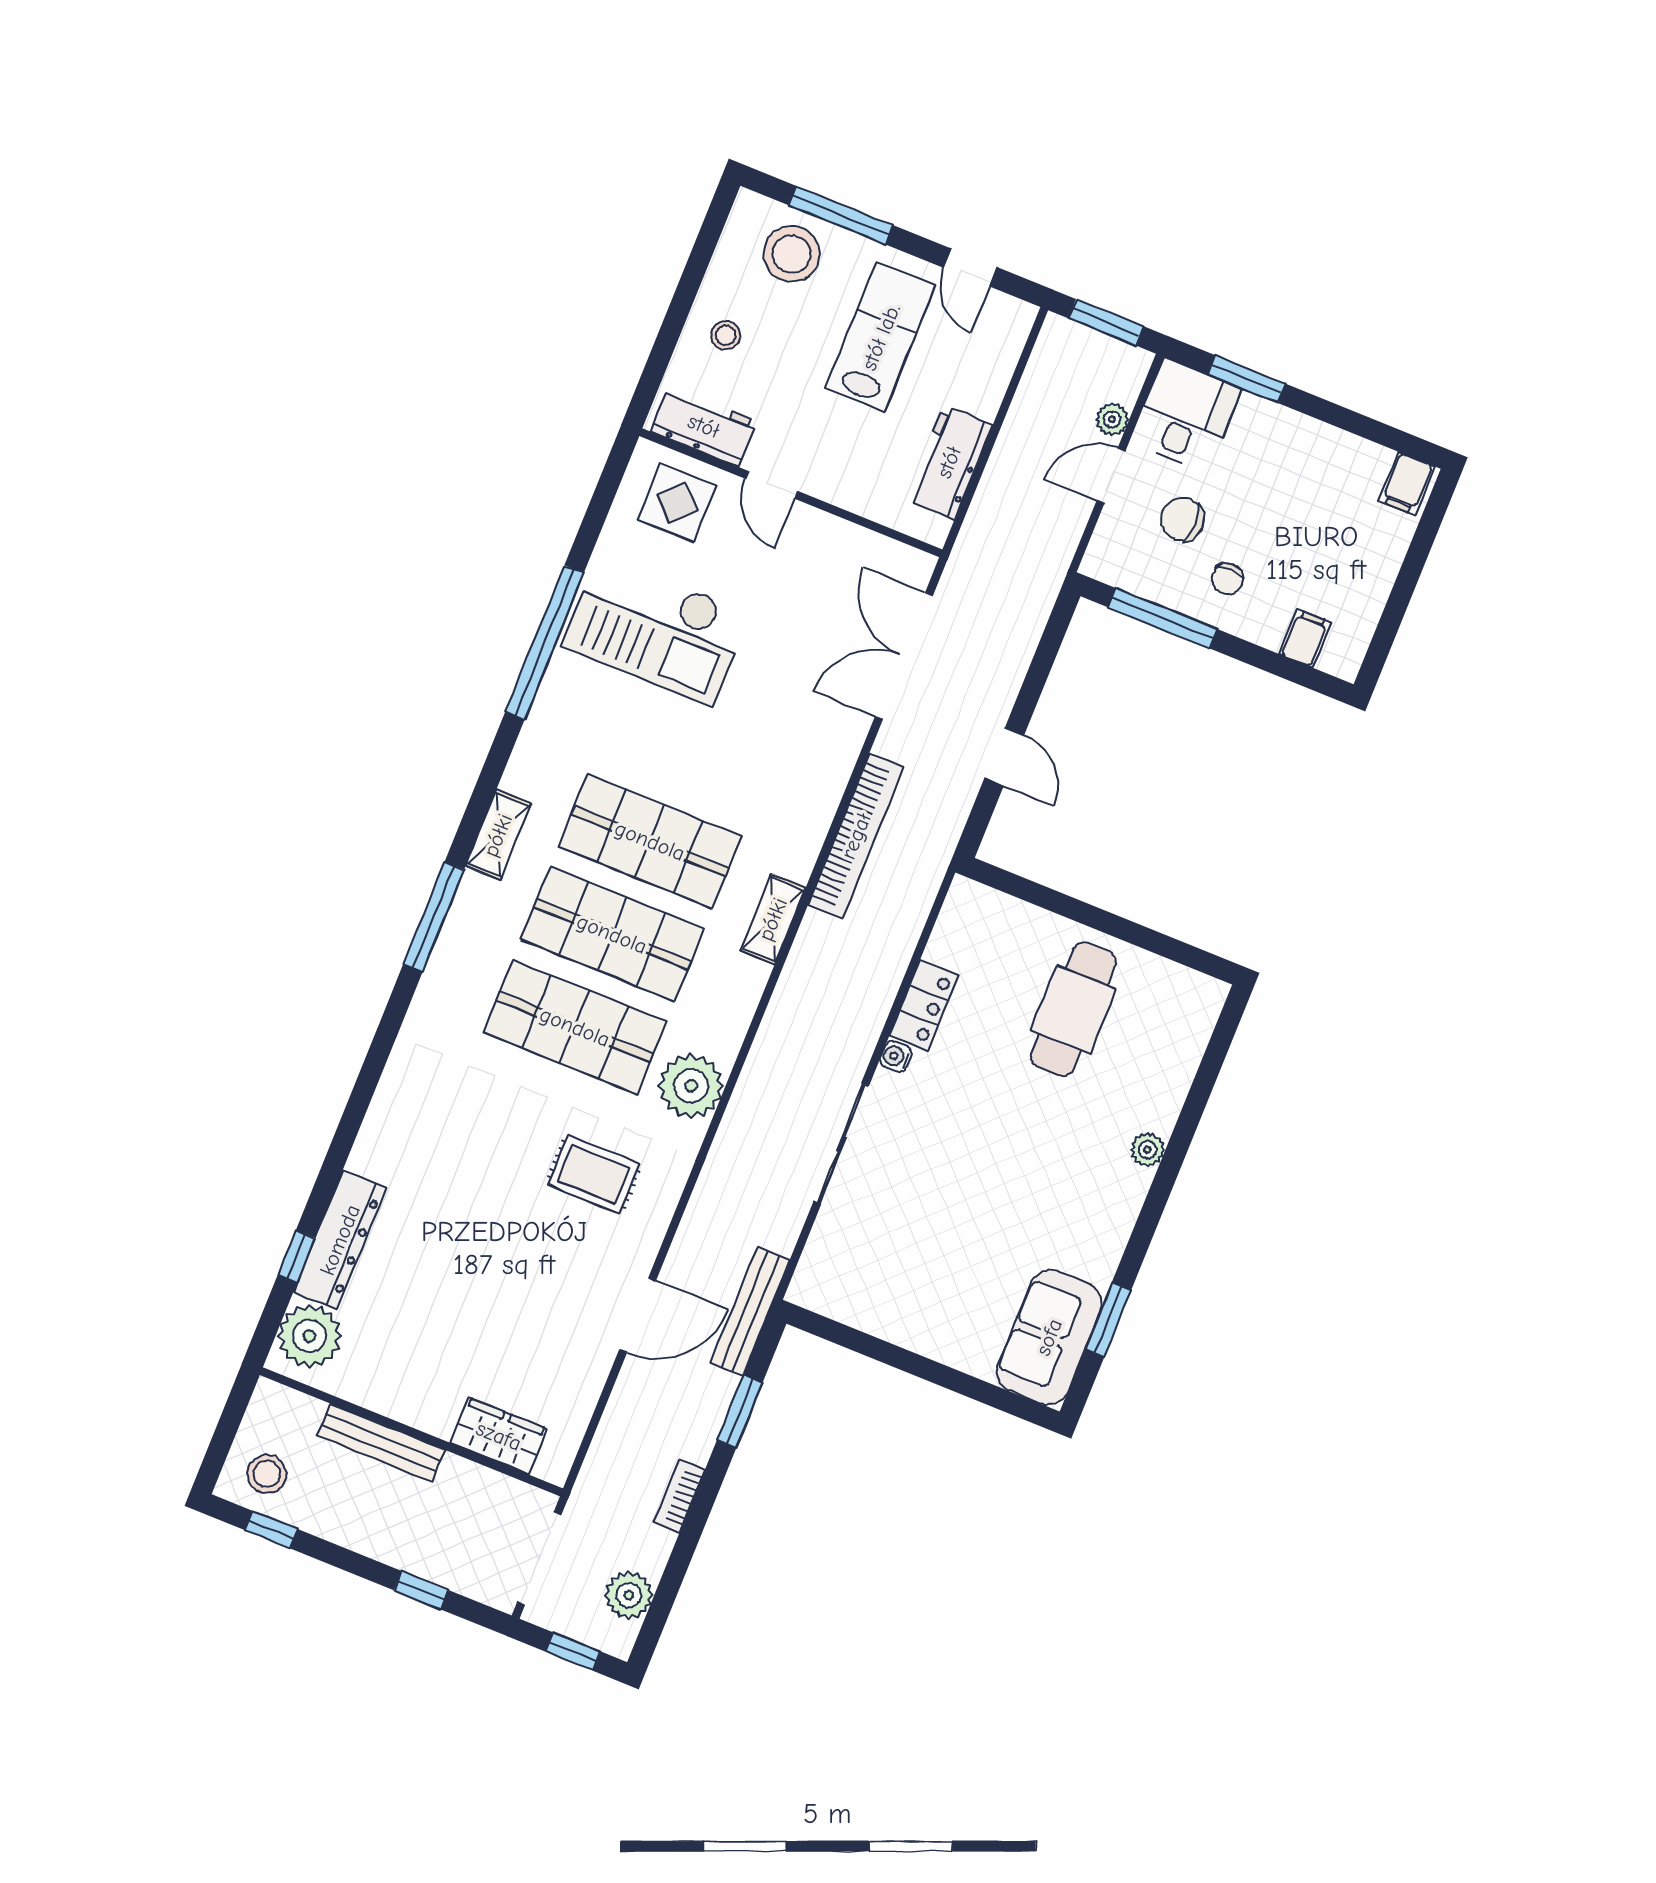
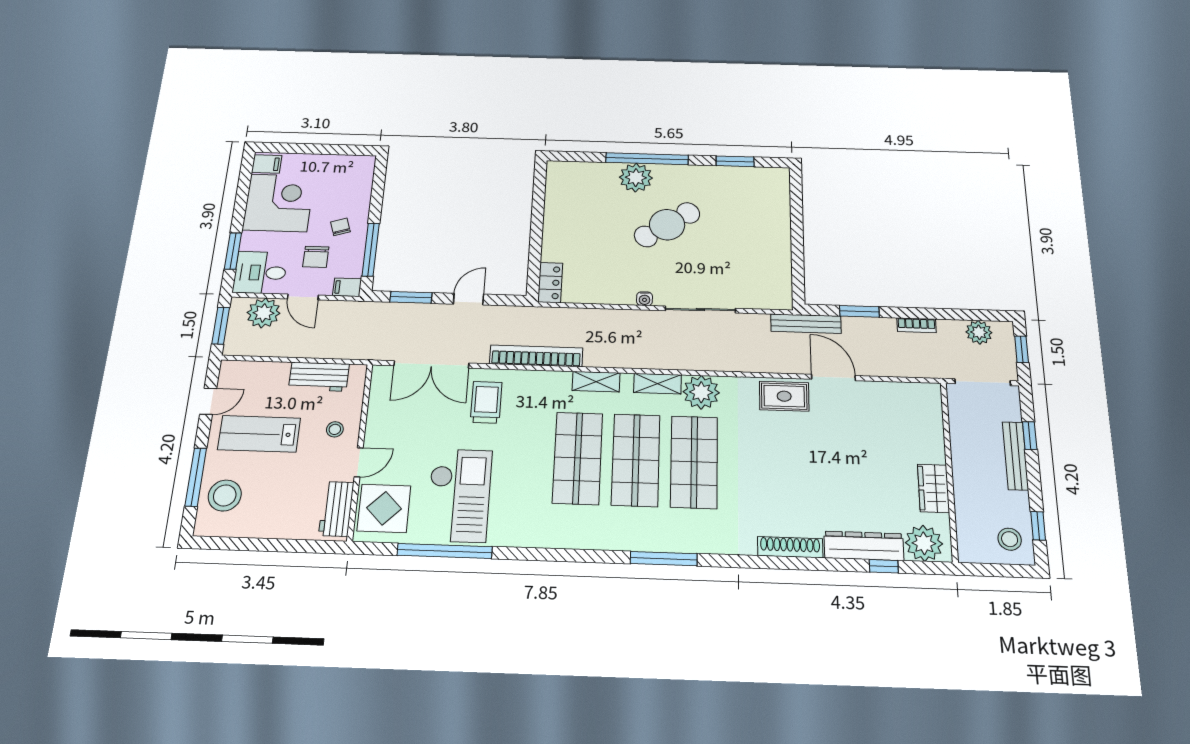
stool: (726, 335) -> (335, 429), moved
plant: (1112, 419) -> (264, 313), width x1.87, depth x1.87
corner desk: (1317, 484) -> (279, 203), added
display table: (677, 503) -> (384, 508), width x1.36, depth x1.36
chair: (1228, 579) -> (340, 227), turned -108
filing cabinet: (1305, 638) -> (347, 287), moved
window: (545, 642) -> (445, 551), moved
window: (1043, 660) -> (411, 297), added
trolley: (802, 725) -> (486, 402), added
shelving: (498, 835) -> (658, 384), moved
locker: (924, 1005) -> (550, 283), moved, turned 90
cafe table: (1073, 1009) -> (667, 225), moved, turned -34
shoe rack: (380, 1123) -> (790, 547), added
plant: (1147, 1150) -> (636, 178), width x1.88, depth x1.88
window: (1171, 1165) -> (647, 159), added
rug: (594, 1174) -> (784, 396), moved, turned 90
sofa: (1049, 1337) -> (756, 184), removed
wardrobe: (499, 1436) -> (933, 488), moved
bench: (381, 1443) -> (1015, 456), moved

